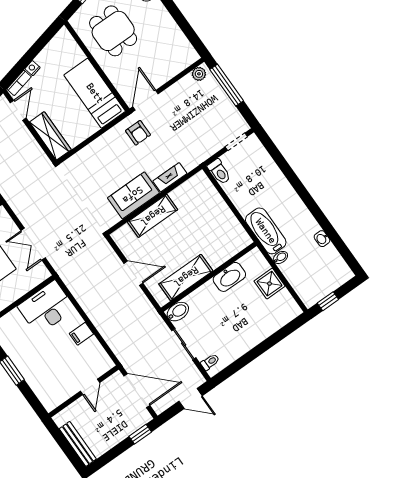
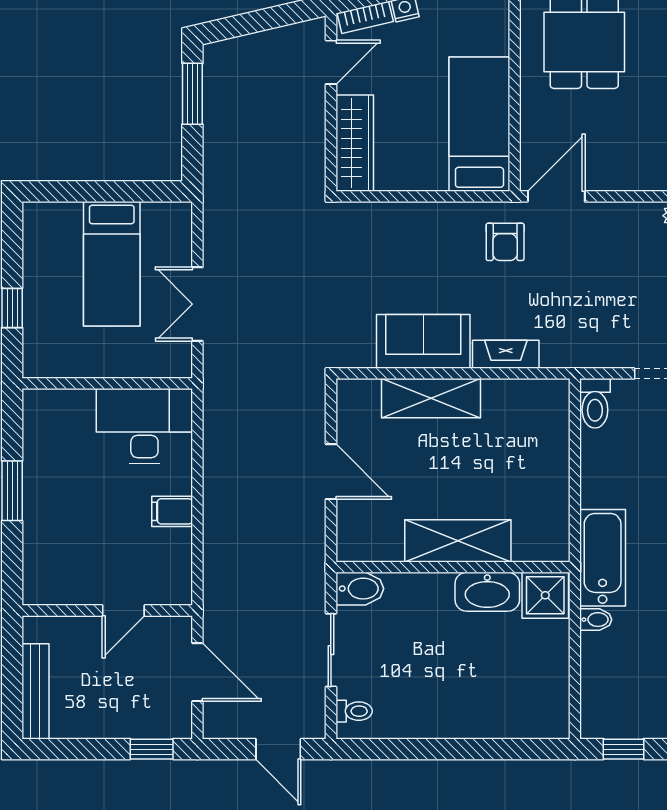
shelving: (186, 277) -> (458, 541), moved
shower: (270, 284) -> (545, 595), moved
door: (137, 391) -> (197, 672), width x0.73

